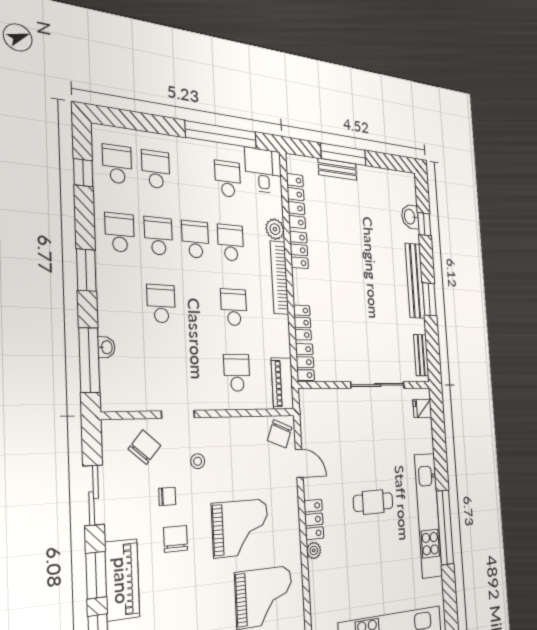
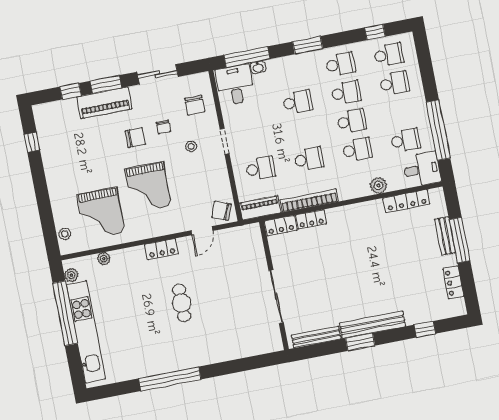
washbasin: (410, 217) -> (427, 313), removed
locker: (299, 250) -> (453, 282), moved, turned 90
bookcase: (279, 278) -> (309, 201), moved
bench: (421, 355) -> (316, 337), width x1.36
desk: (126, 385) -> (235, 85), added
fridge: (422, 408) -> (265, 344), removed
doorway: (178, 414) -> (225, 141), moved
chair: (145, 447) -> (195, 105), turned 49
kitchen unit: (428, 515) -> (178, 360), removed
plant: (314, 550) -> (104, 259), moved

